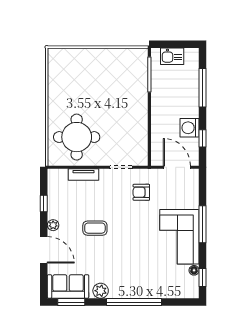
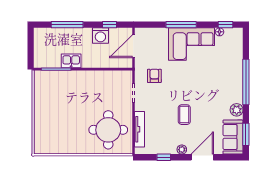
kitchen sink: (172, 56) -> (71, 61), moved, turned -90
tv unit: (84, 175) -> (140, 129), width x1.41
armchair: (141, 192) -> (154, 76), turned 180

